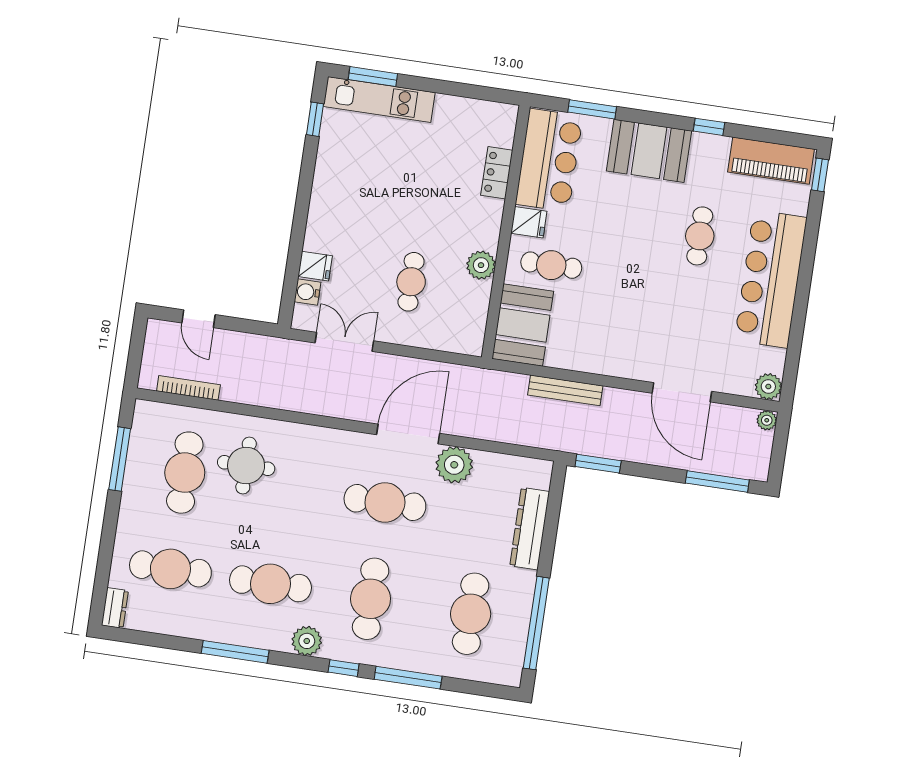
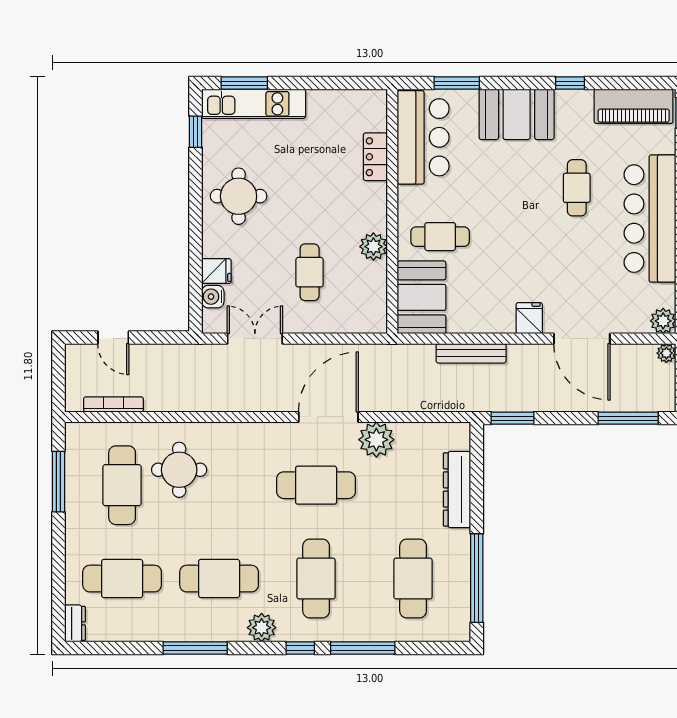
round table: (350, 192) -> (239, 196), added
fridge: (529, 222) -> (529, 318), moved, turned -90

